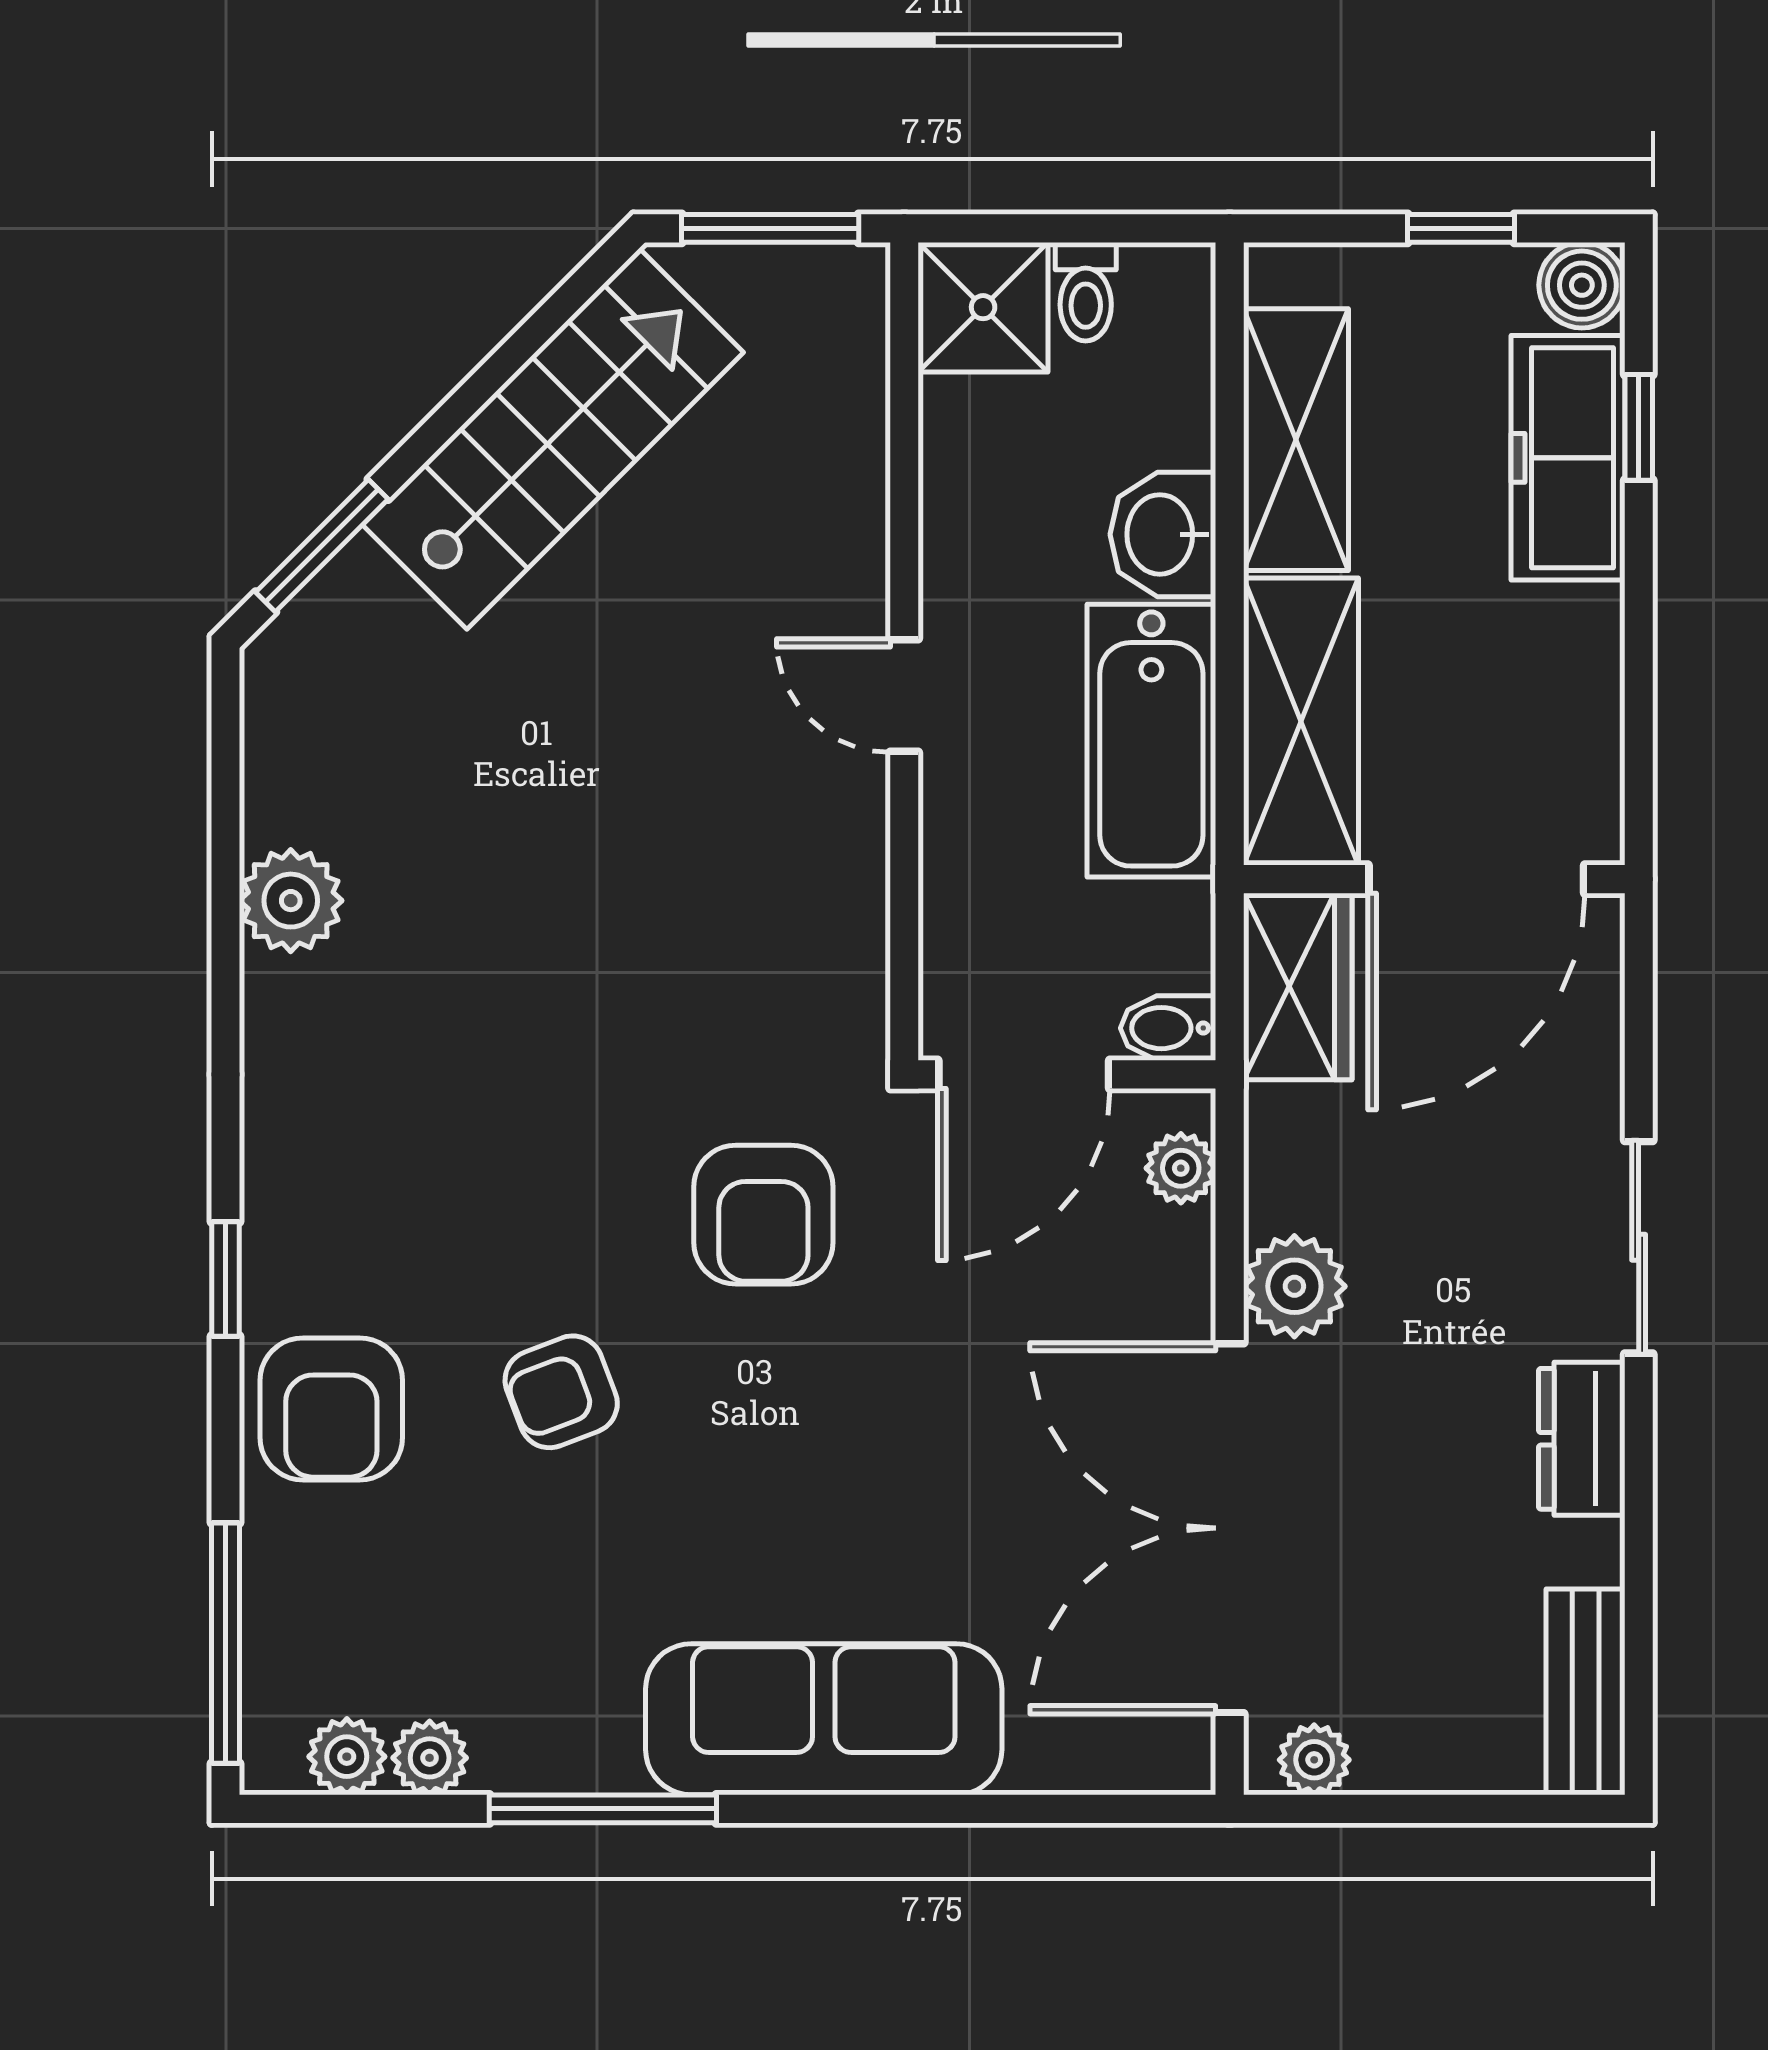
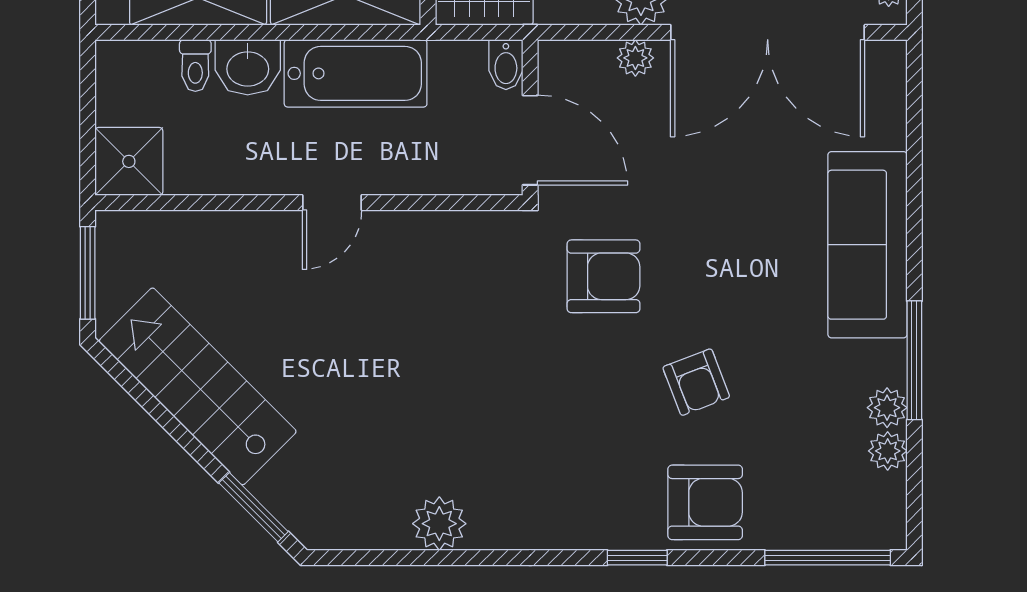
toilet: (1086, 292) -> (195, 66), moved, turned 90
plant: (1181, 1168) -> (635, 58), moved
plant: (347, 1757) -> (887, 408), moved

